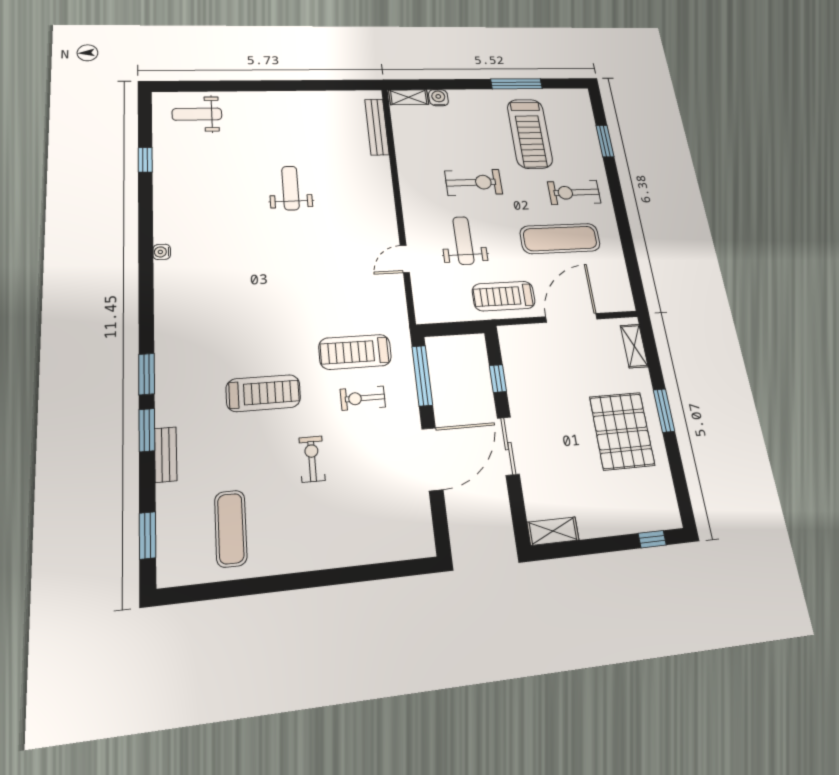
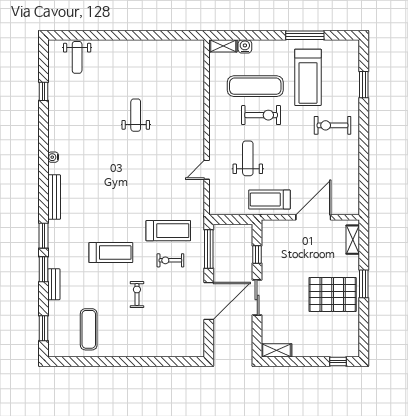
weight bench: (197, 114) -> (77, 57), turned -90
bench: (377, 127) -> (54, 197), moved
exercise mat: (560, 239) -> (255, 86), moved
treadmill: (355, 352) -> (168, 231), turned 180
pallet: (622, 431) -> (333, 294), turned 90

